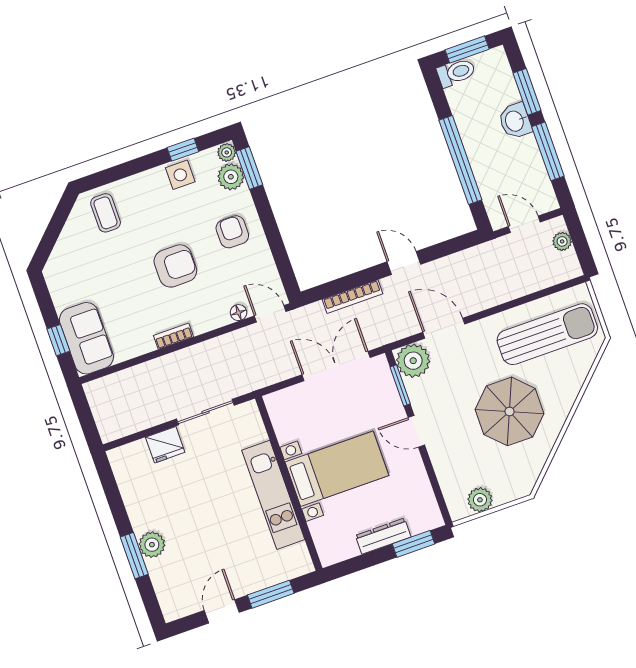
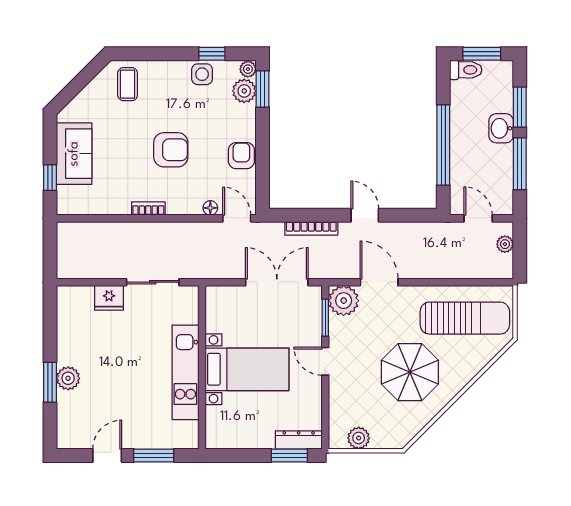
armchair: (232, 232) -> (241, 156), moved
sofa: (86, 338) -> (74, 154), moved
dresser: (383, 536) -> (299, 440), moved

